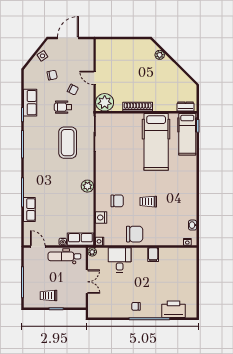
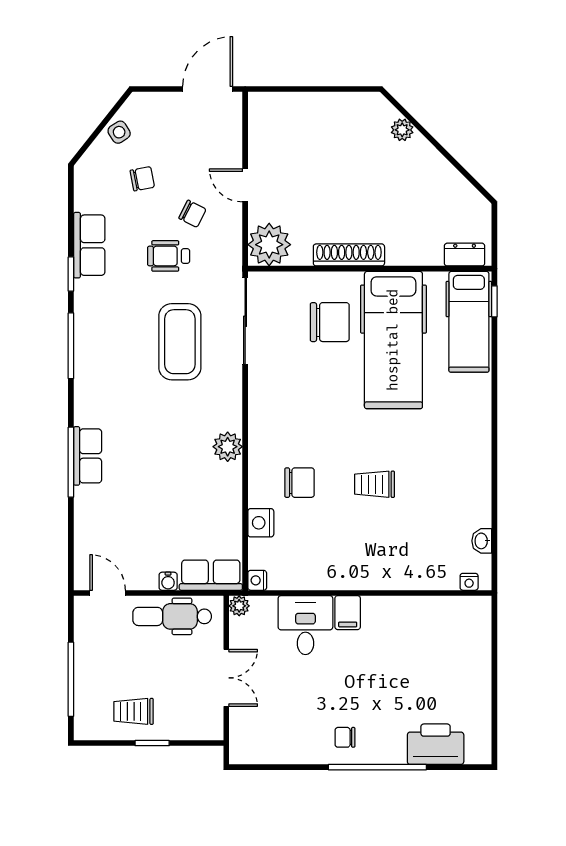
door: (68, 38) -> (208, 89), moved
row of seats: (29, 210) -> (88, 456), moved
chair: (135, 234) -> (330, 322), moved
filing cabinet: (153, 255) -> (348, 613), moved

